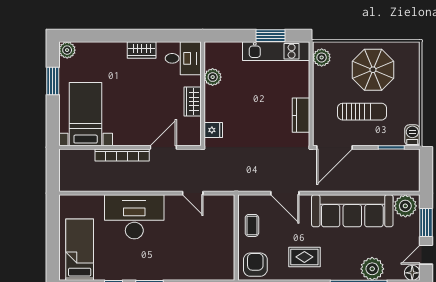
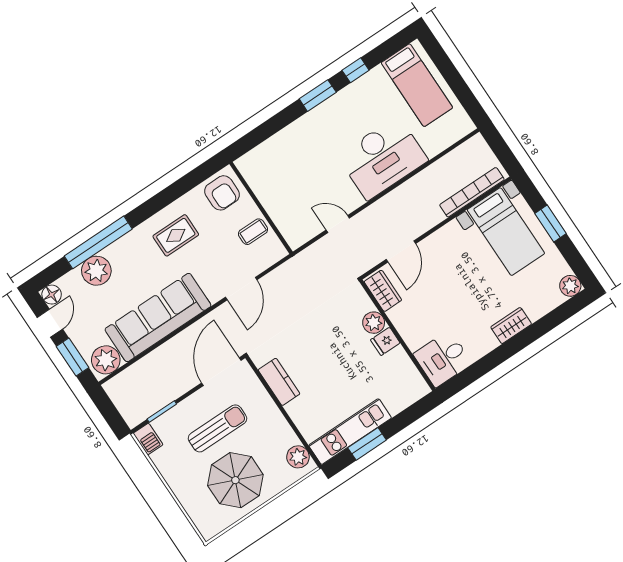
wardrobe: (142, 50) -> (511, 326), moved
plant: (213, 77) -> (374, 323), moved
window: (53, 81) -> (551, 224), moved
wardrobe: (193, 102) -> (383, 291), moved
sun lounger: (362, 112) -> (217, 428), turned 180
fridge: (213, 130) -> (385, 341), moved
bookcase: (122, 155) -> (472, 192), moved
door: (285, 193) -> (241, 289), swing flipped
coffee table: (252, 225) -> (253, 232), turned 90

